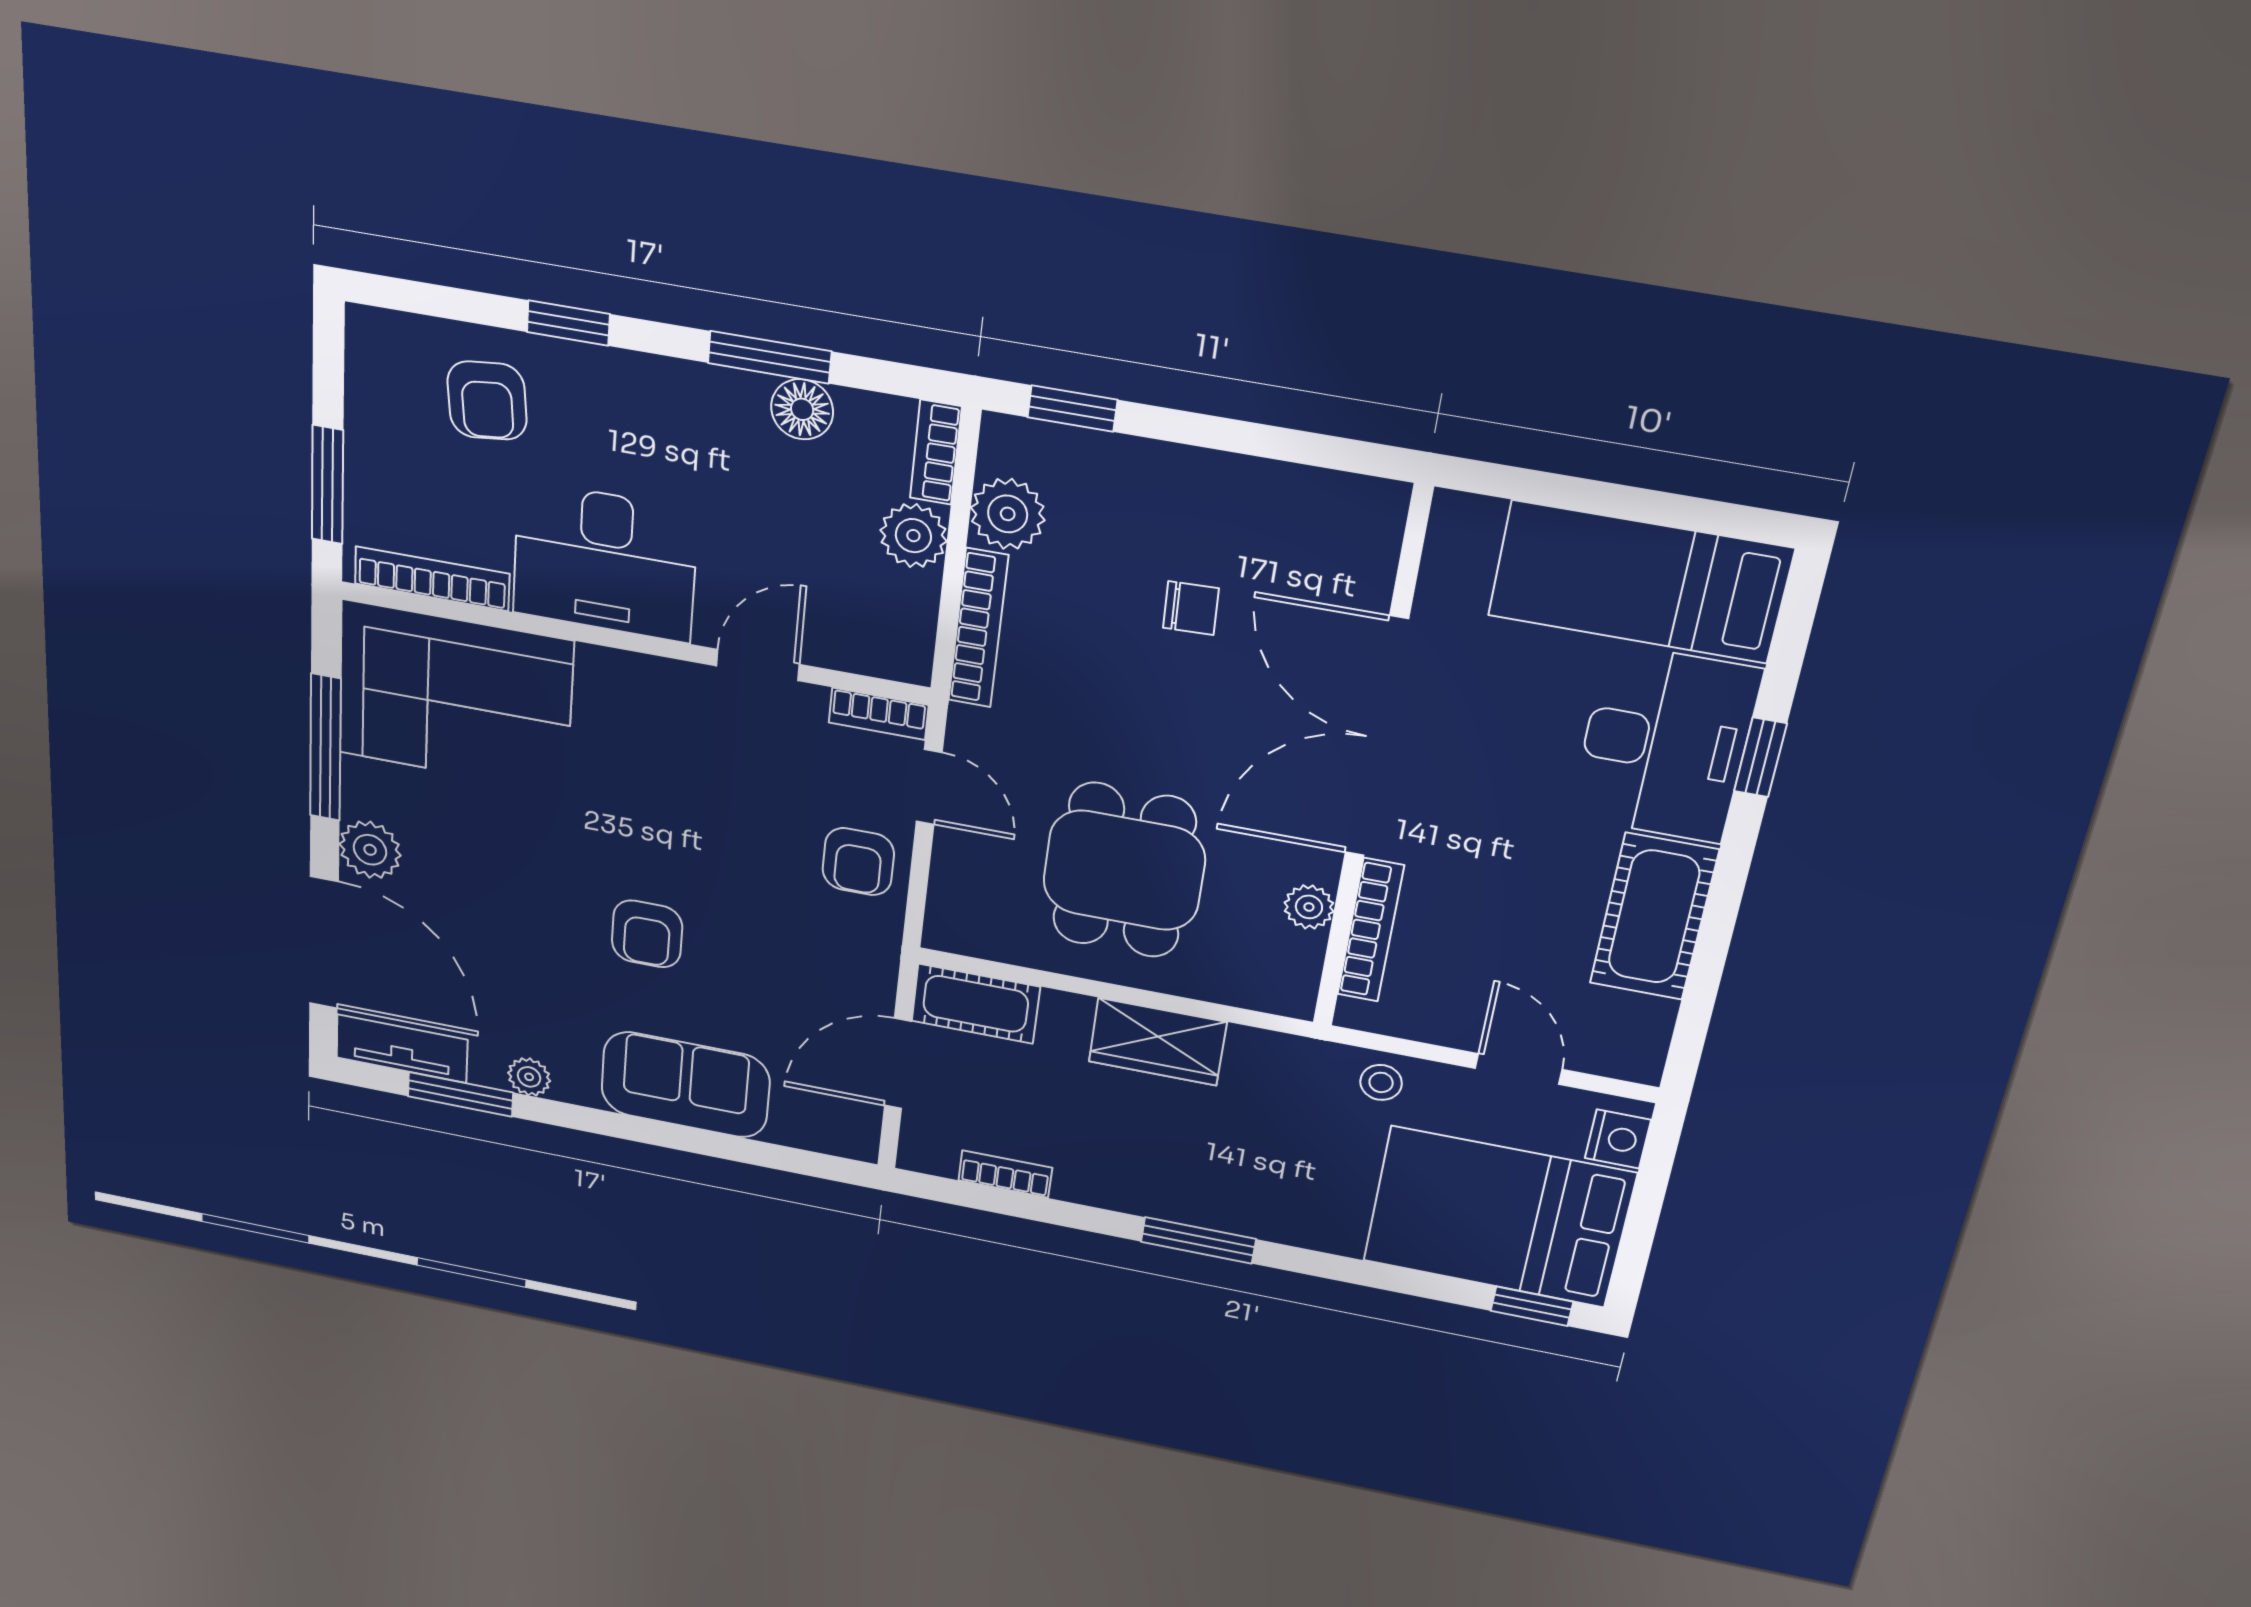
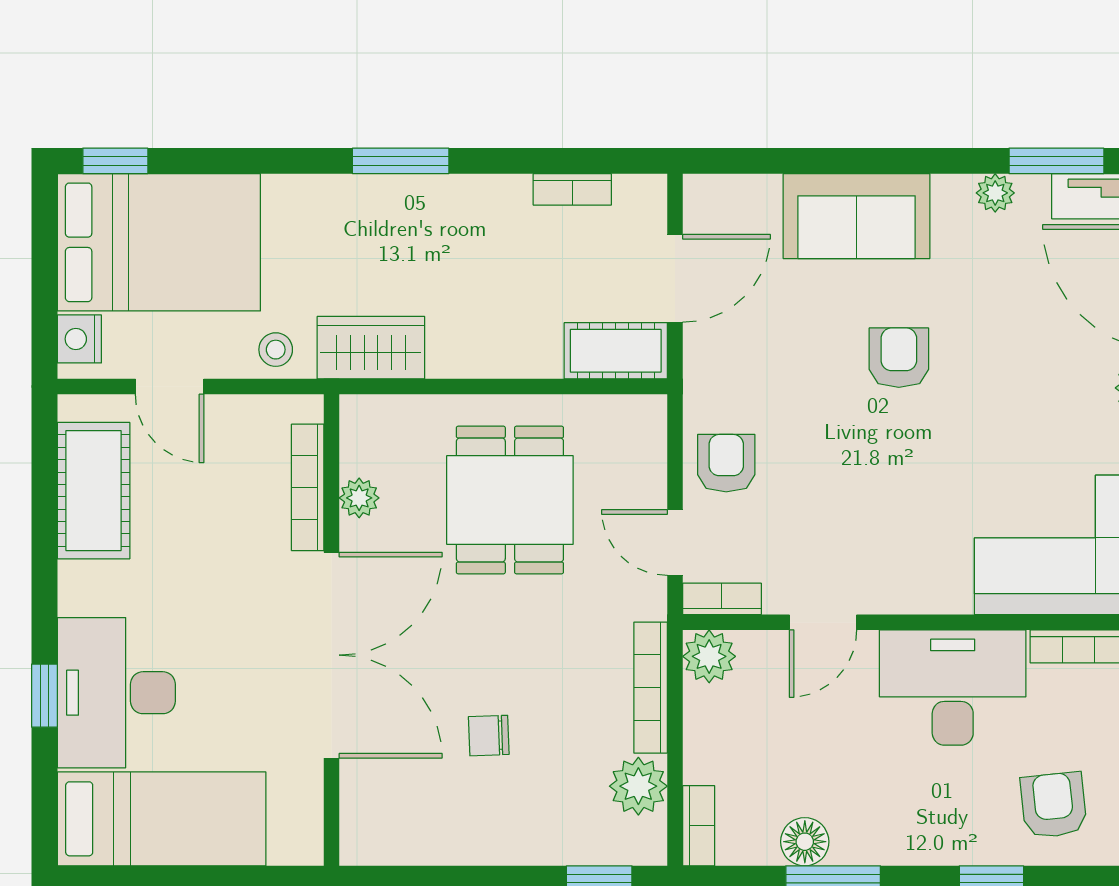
plant: (913, 536) -> (709, 656), moved
cot: (1654, 917) -> (94, 491), moved
wardrobe: (1158, 1042) -> (371, 348), moved

